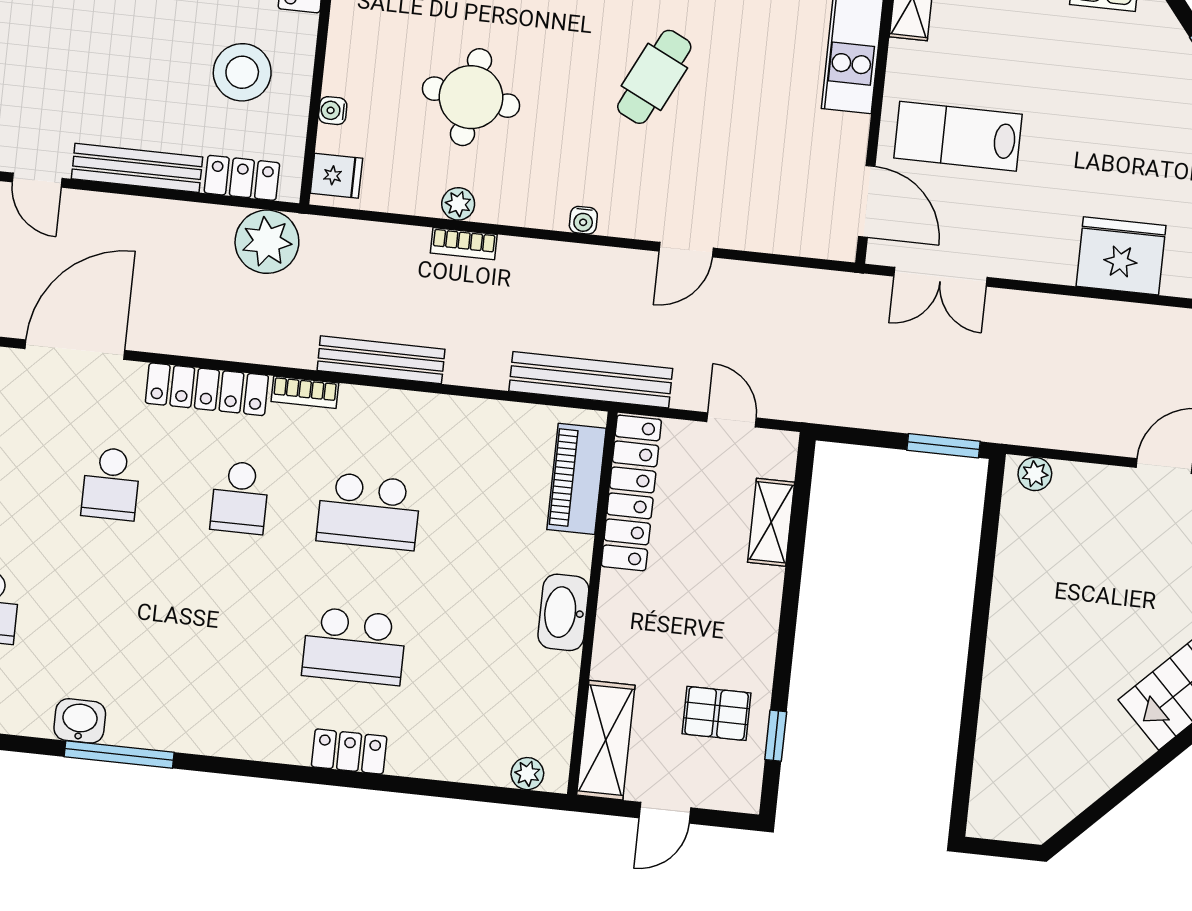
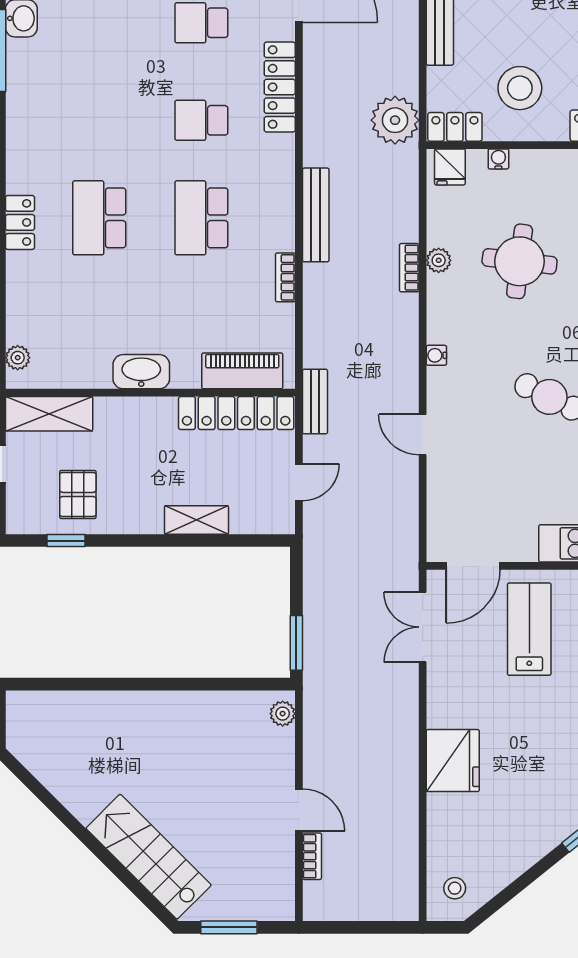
locker: (242, 178) -> (455, 127), moved, turned -90
bench: (591, 380) -> (315, 402), width x0.54, depth x0.82
bookcase: (305, 392) -> (285, 277), moved
shelving: (771, 522) -> (196, 520), moved

